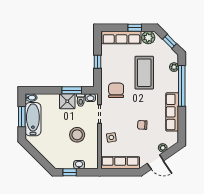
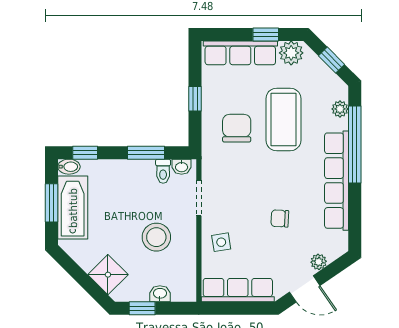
window: (40, 90) -> (85, 153), added
chair: (116, 90) -> (237, 128), moved
shower: (67, 101) -> (108, 275), moved, turned 45
row of seats: (172, 112) -> (337, 181), width x1.36

